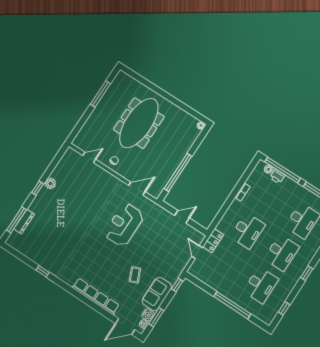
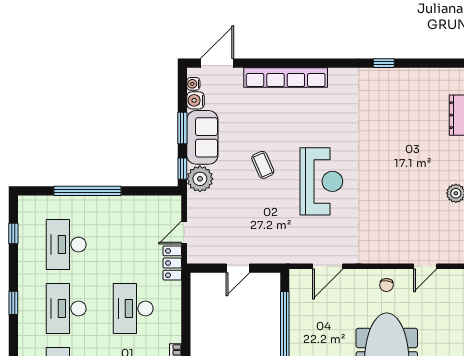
reception desk: (124, 225) -> (321, 181), moved
door: (197, 252) -> (184, 232), swing flipped
plant: (172, 274) -> (200, 179), added
coffee table: (135, 275) -> (263, 165), moved
window: (156, 317) -> (182, 128), moved

